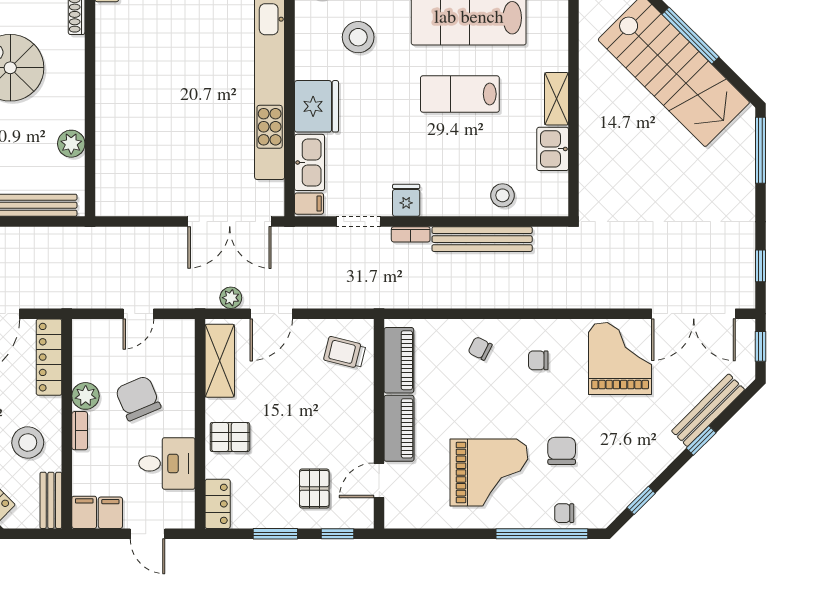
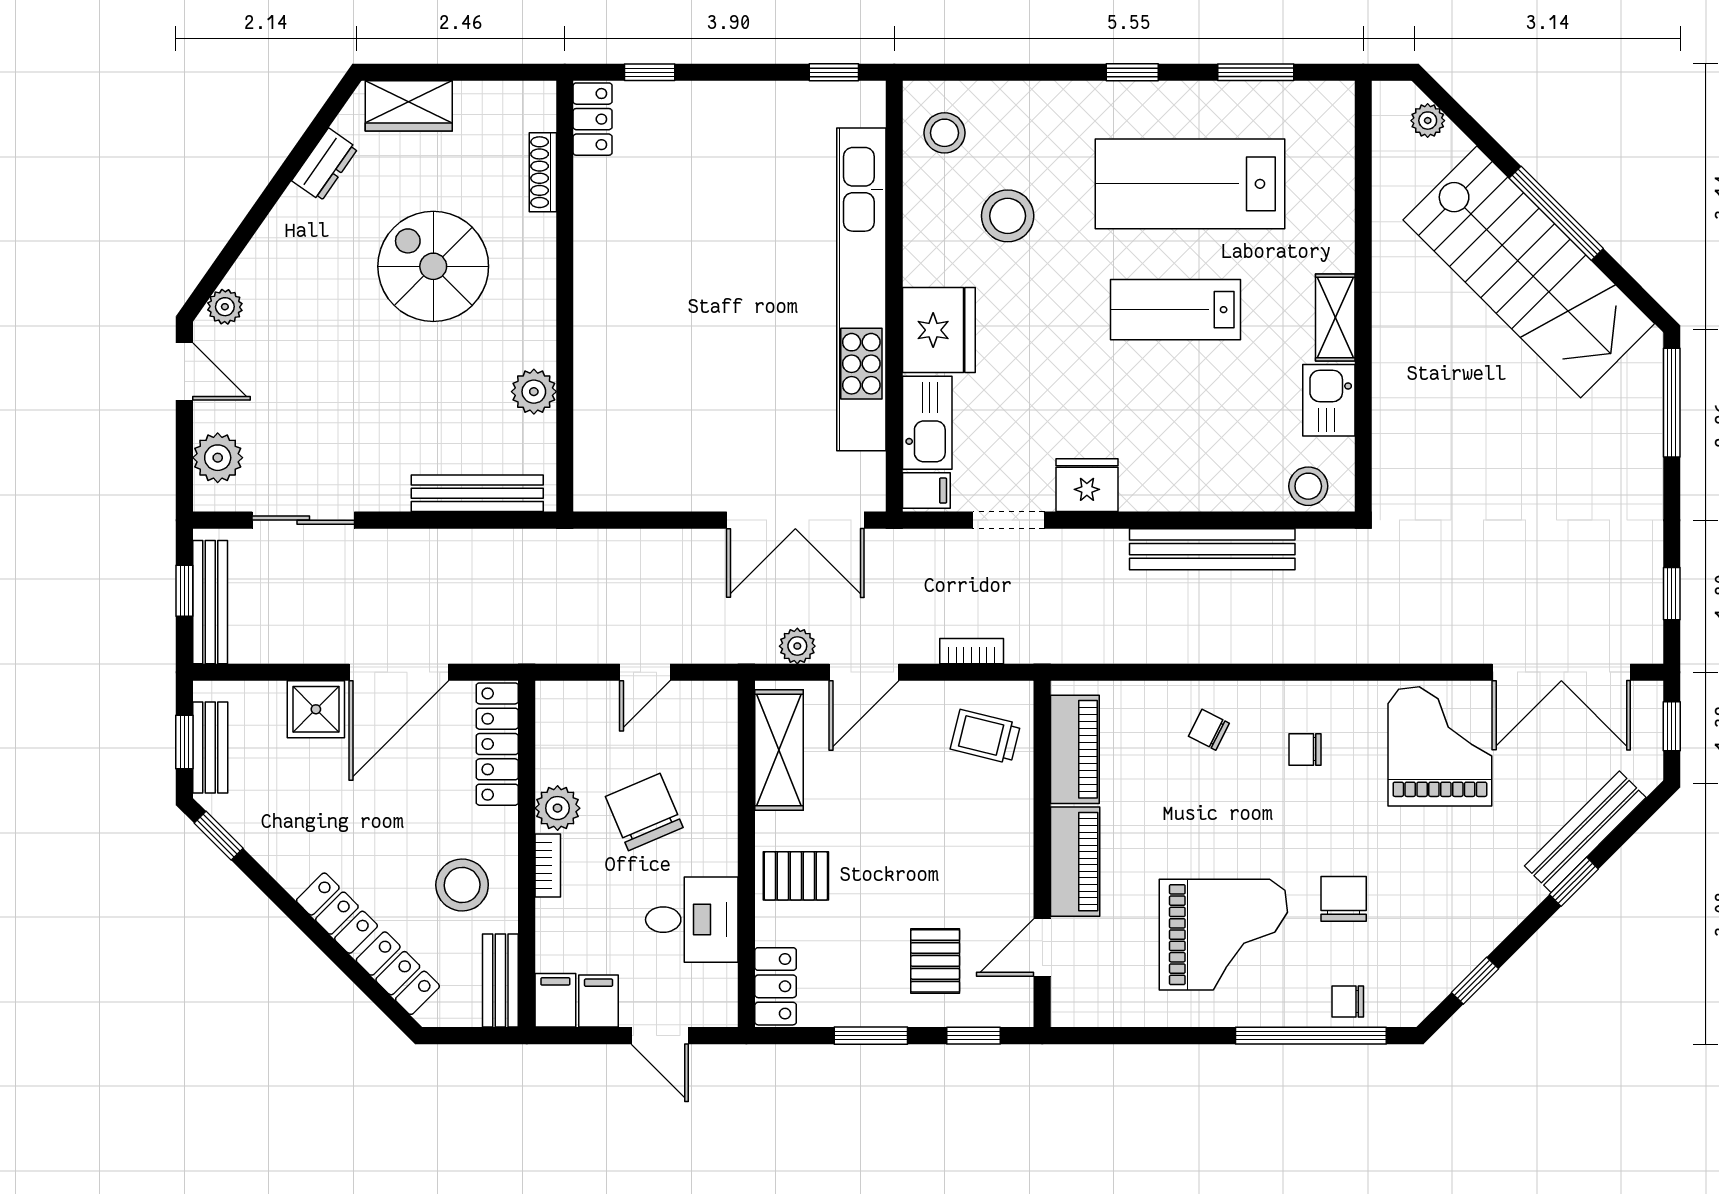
stool: (503, 195) -> (1308, 486), moved
fridge: (406, 200) -> (1087, 485), width x1.38
bookcase: (411, 234) -> (972, 651), moved, turned 180

